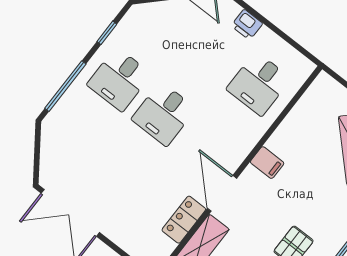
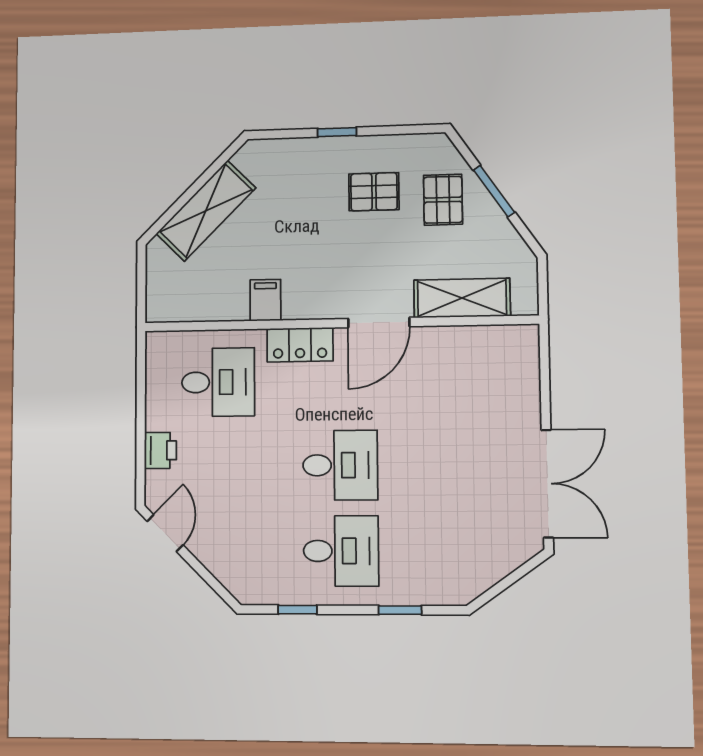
window: (65, 86) -> (400, 610), width x0.46
filing cabinet: (267, 163) -> (265, 300), moved
locker: (184, 220) -> (300, 345), moved

